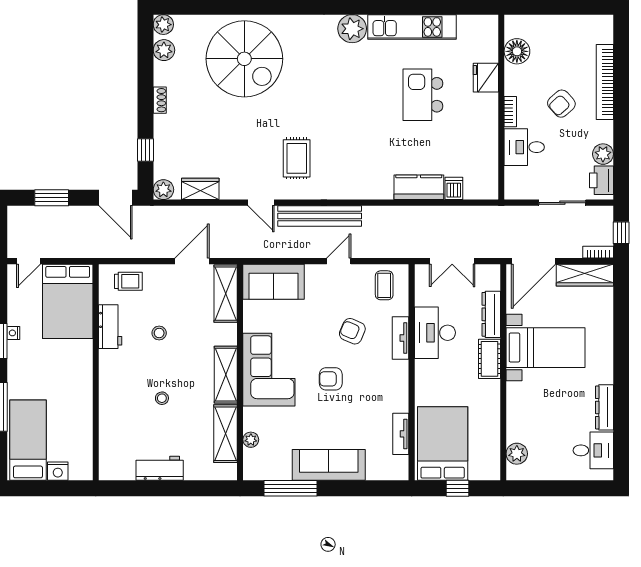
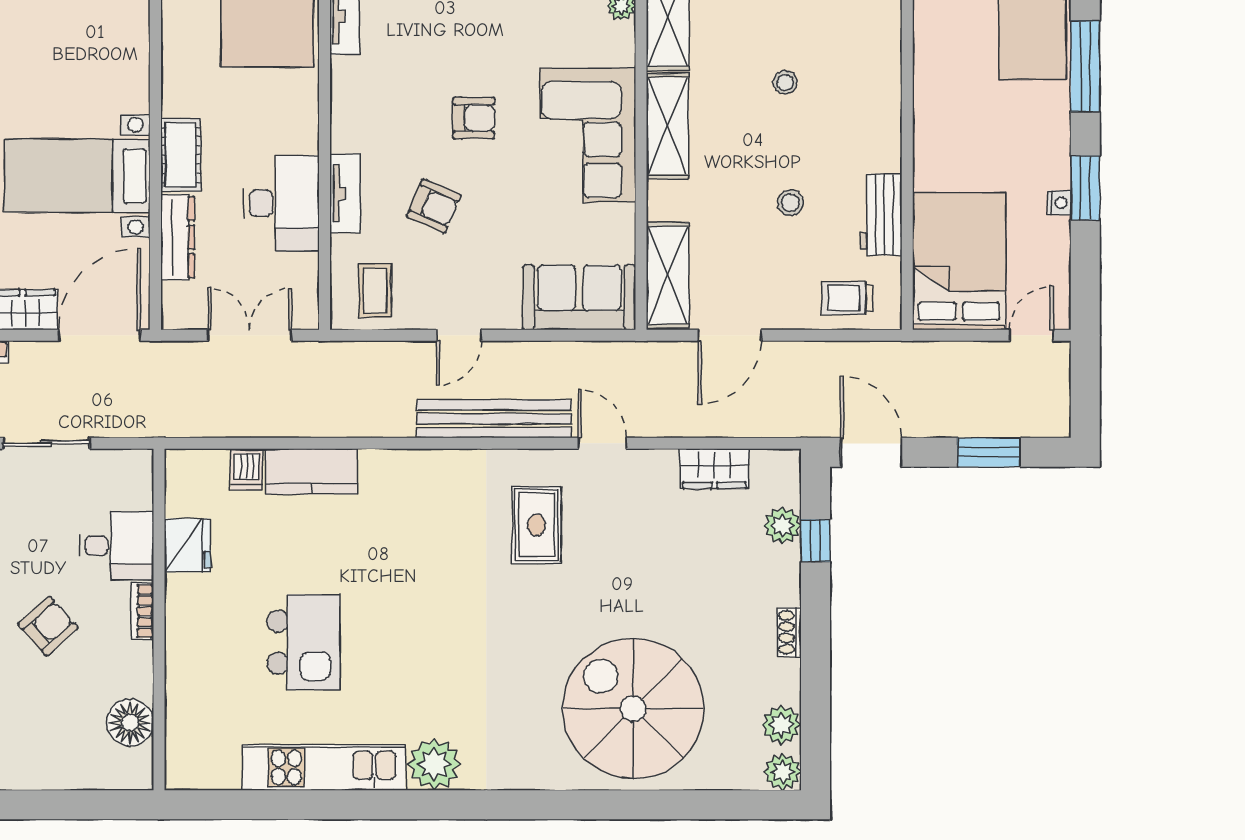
fridge: (486, 78) -> (187, 545), moved
plant: (163, 190) -> (782, 525), moved

